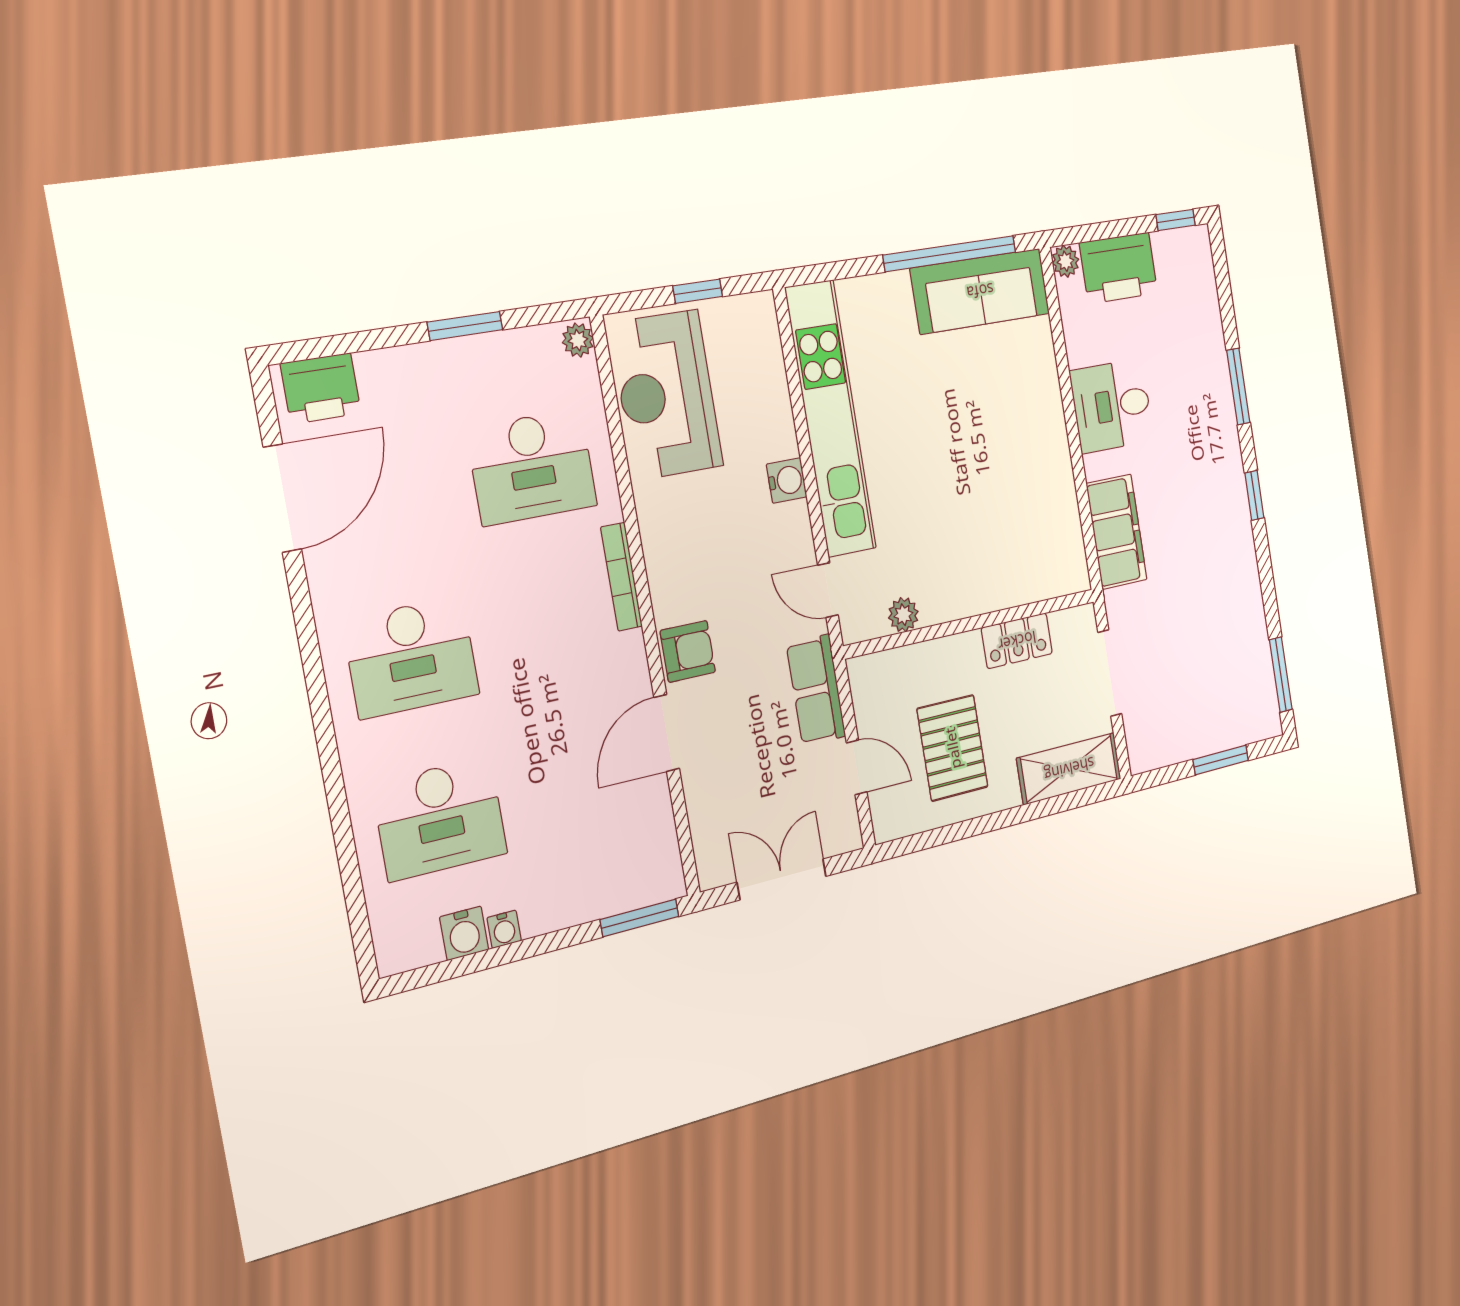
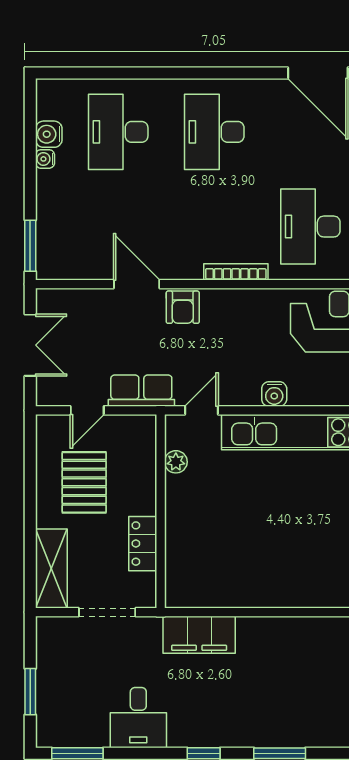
desk: (1112, 406) -> (138, 718), moved, turned 180
pallet: (953, 748) -> (84, 482), turned 90

